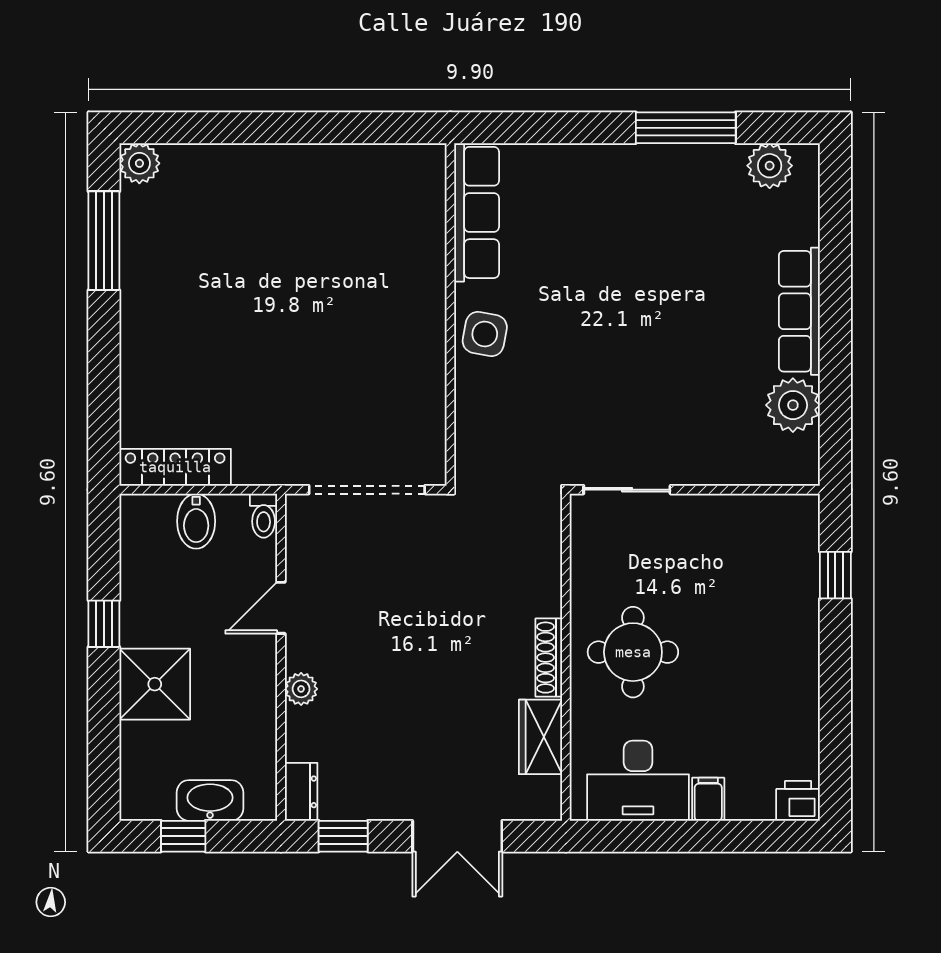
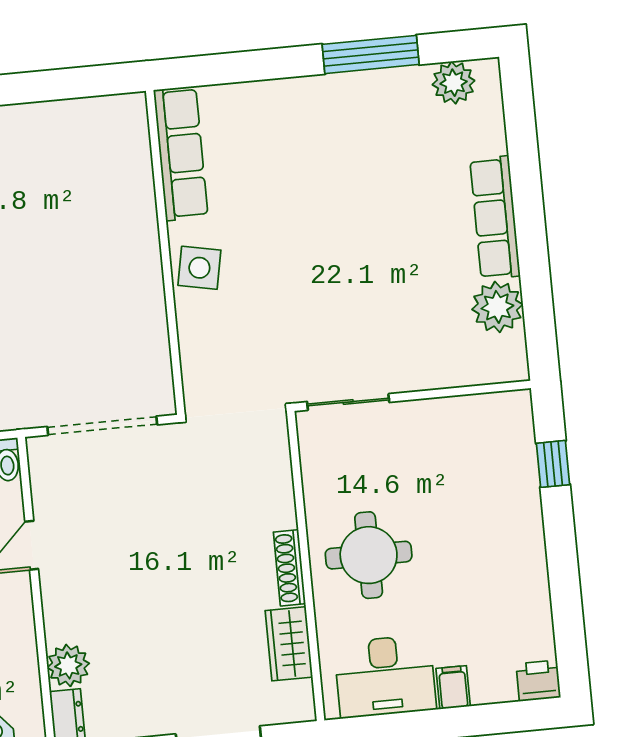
plant: (301, 689) -> (68, 665), moved, width x1.38, depth x1.38

